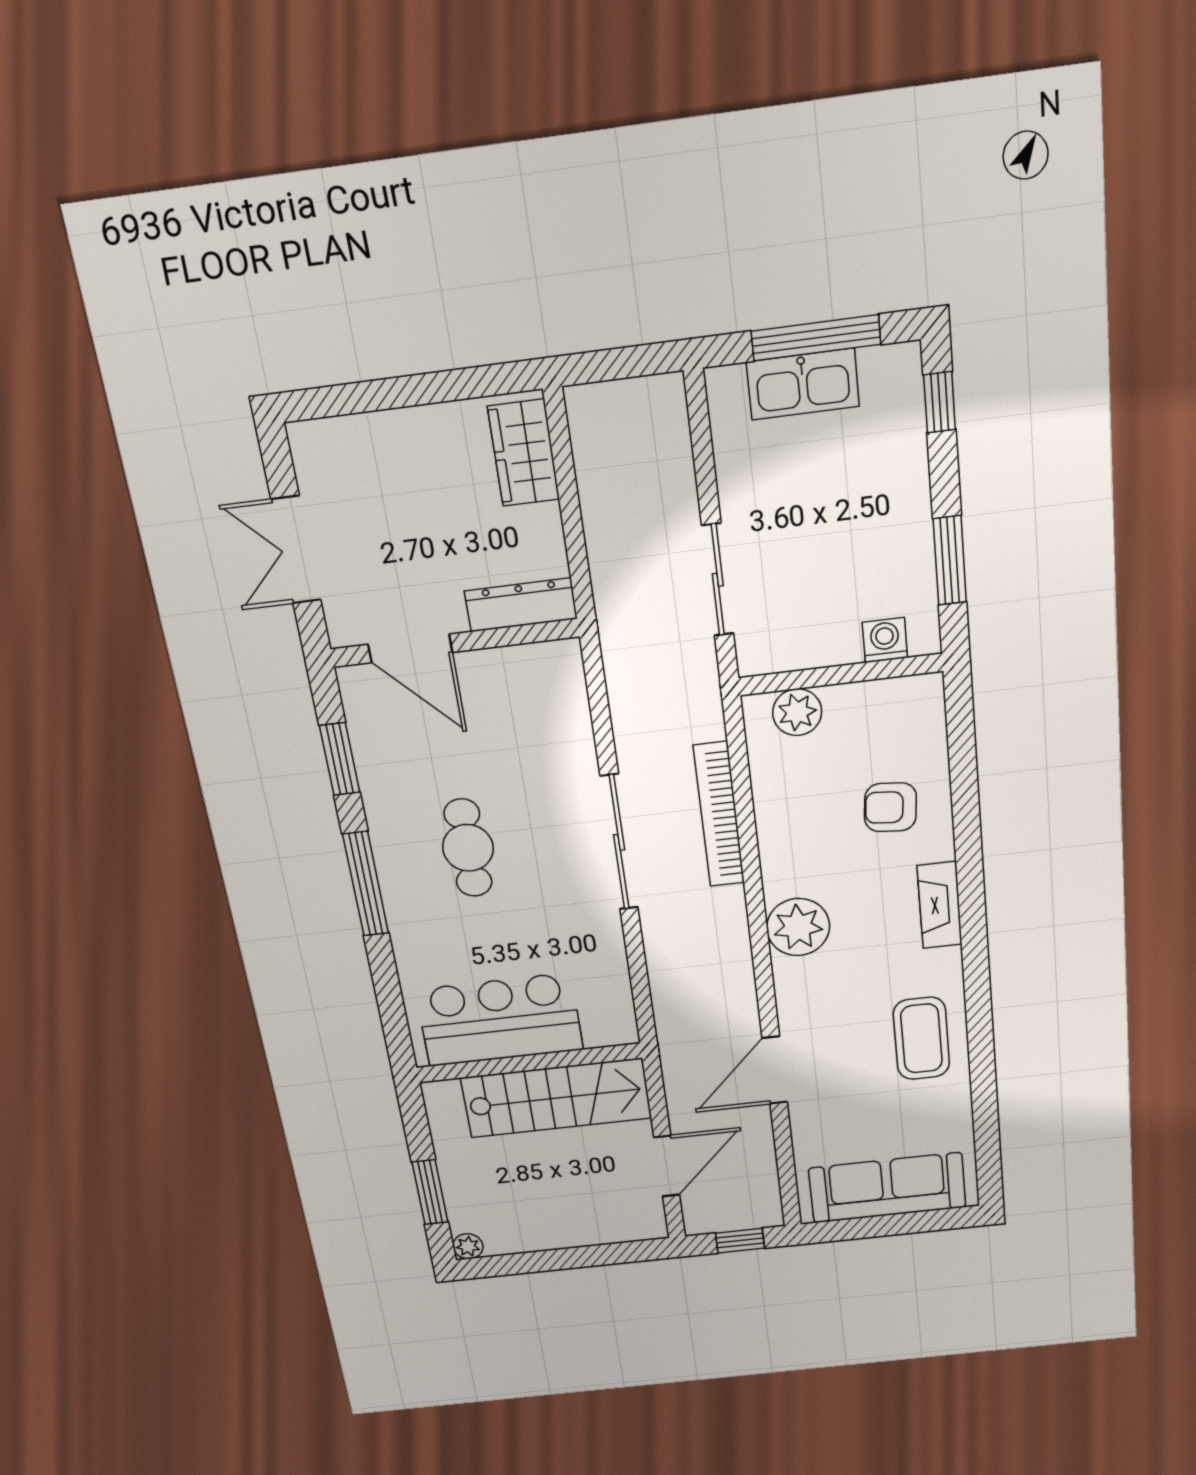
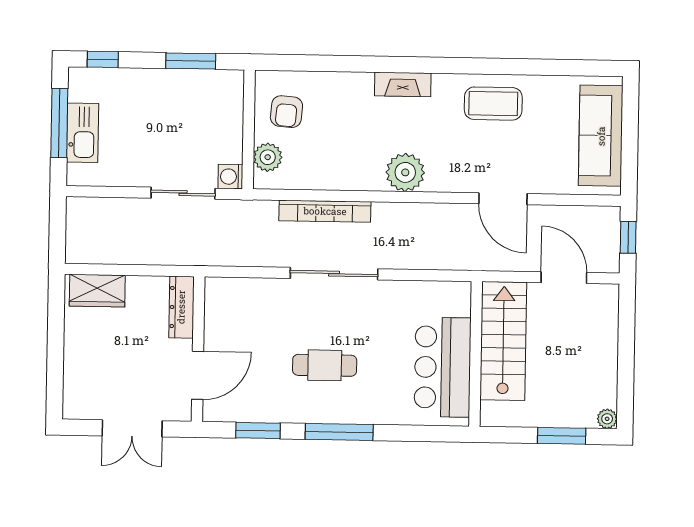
washing machine: (885, 640) -> (230, 177), moved
armchair: (890, 807) -> (286, 112), moved

